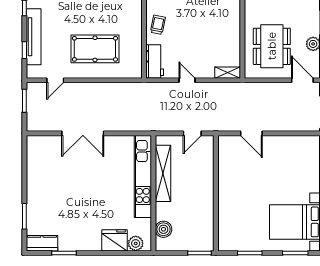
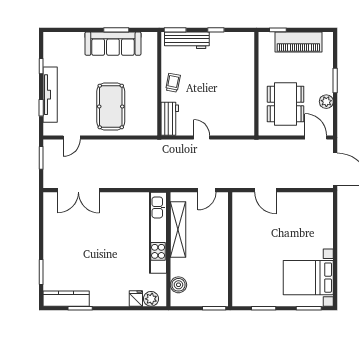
pool table: (95, 49) -> (111, 106), turned 90
shelving: (228, 73) -> (242, 130), removed
double door: (83, 133) -> (78, 190), moved
fridge: (114, 240) -> (136, 298), width x0.53, depth x0.75
kitchen counter: (42, 243) -> (66, 299), width x1.50

